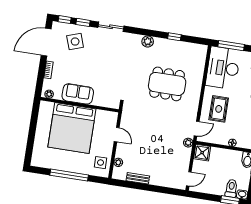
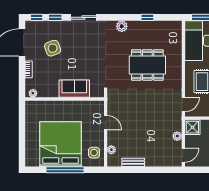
side table: (75, 42) -> (53, 48), moved
sofa: (78, 94) -> (74, 89), moved
bed: (72, 128) -> (60, 144), moved, turned 180
plant: (188, 143) -> (177, 136), moved

